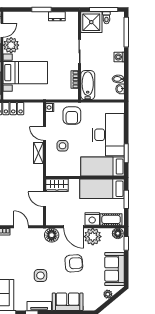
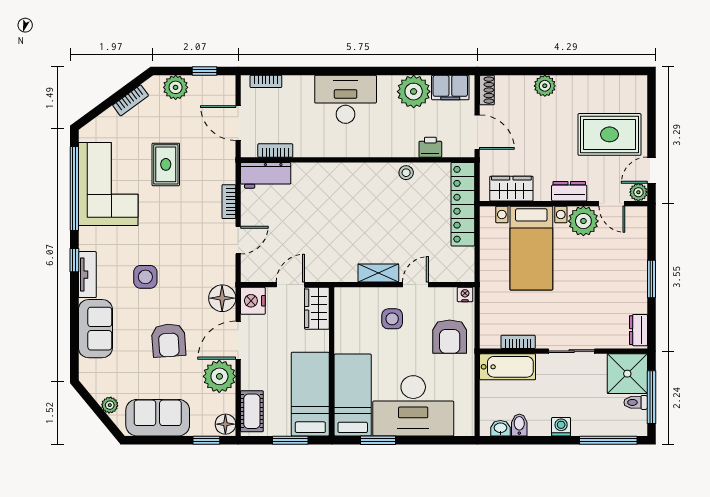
dresser: (57, 16) -> (638, 330), moved
armchair: (72, 116) -> (450, 337), turned -90
nightstand: (92, 219) -> (253, 301), moved

